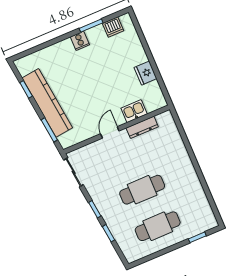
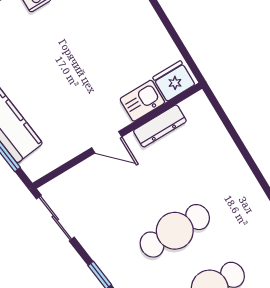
fridge: (145, 73) -> (174, 81), moved, turned 90
door: (110, 132) -> (107, 142), swing flipped

